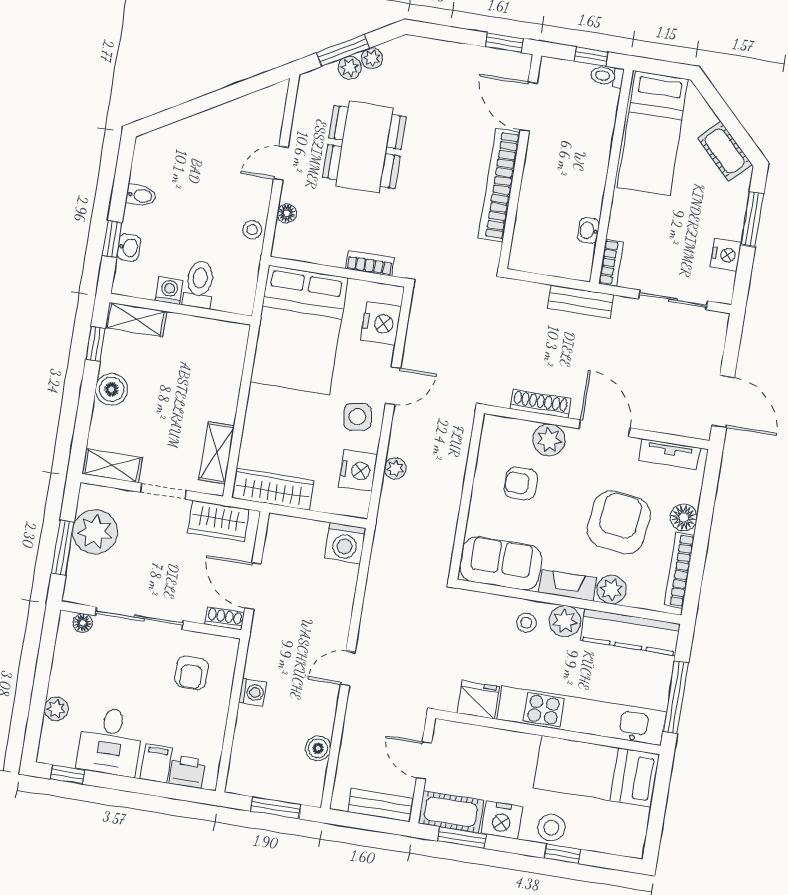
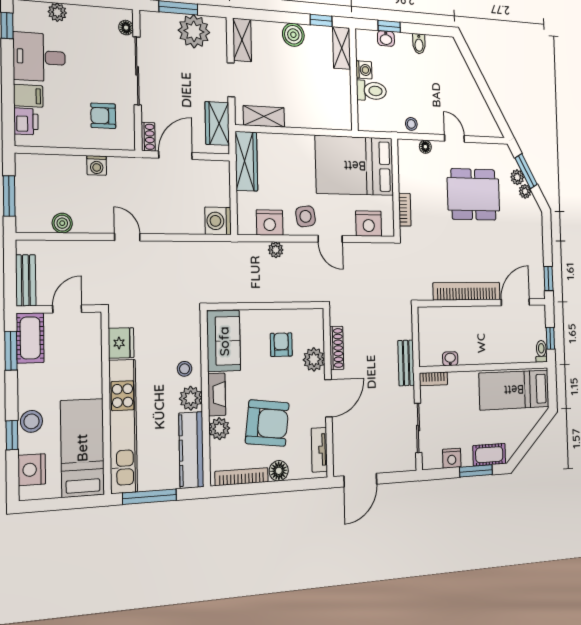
cot: (725, 151) -> (489, 455), moved, turned 45
nightstand: (502, 820) -> (32, 470), moved

